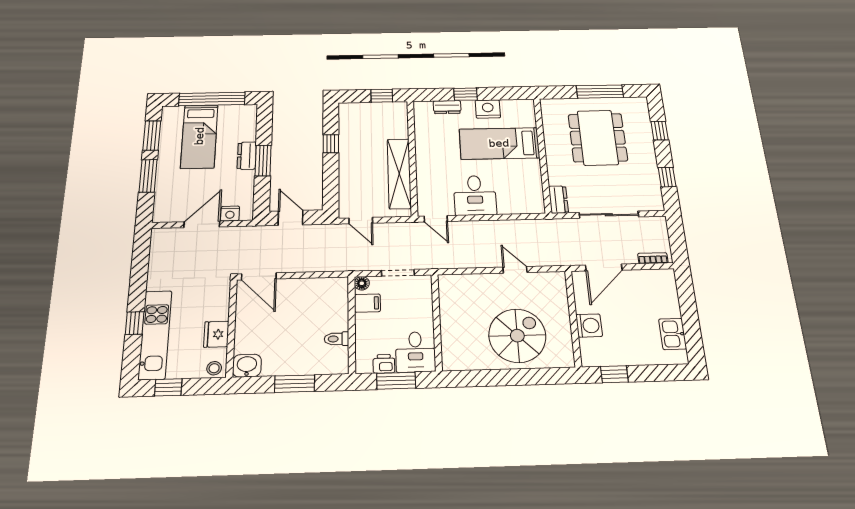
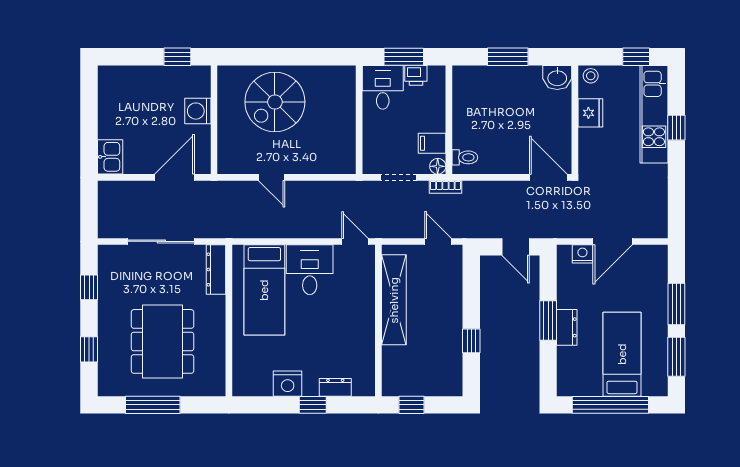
bed: (499, 143) -> (264, 290), moved, turned 90
dresser: (558, 200) -> (216, 269), width x1.44
bookcase: (653, 258) -> (445, 187), moved
kitchen sink: (673, 334) -> (110, 157), moved
toilet: (337, 339) -> (465, 157), moved

